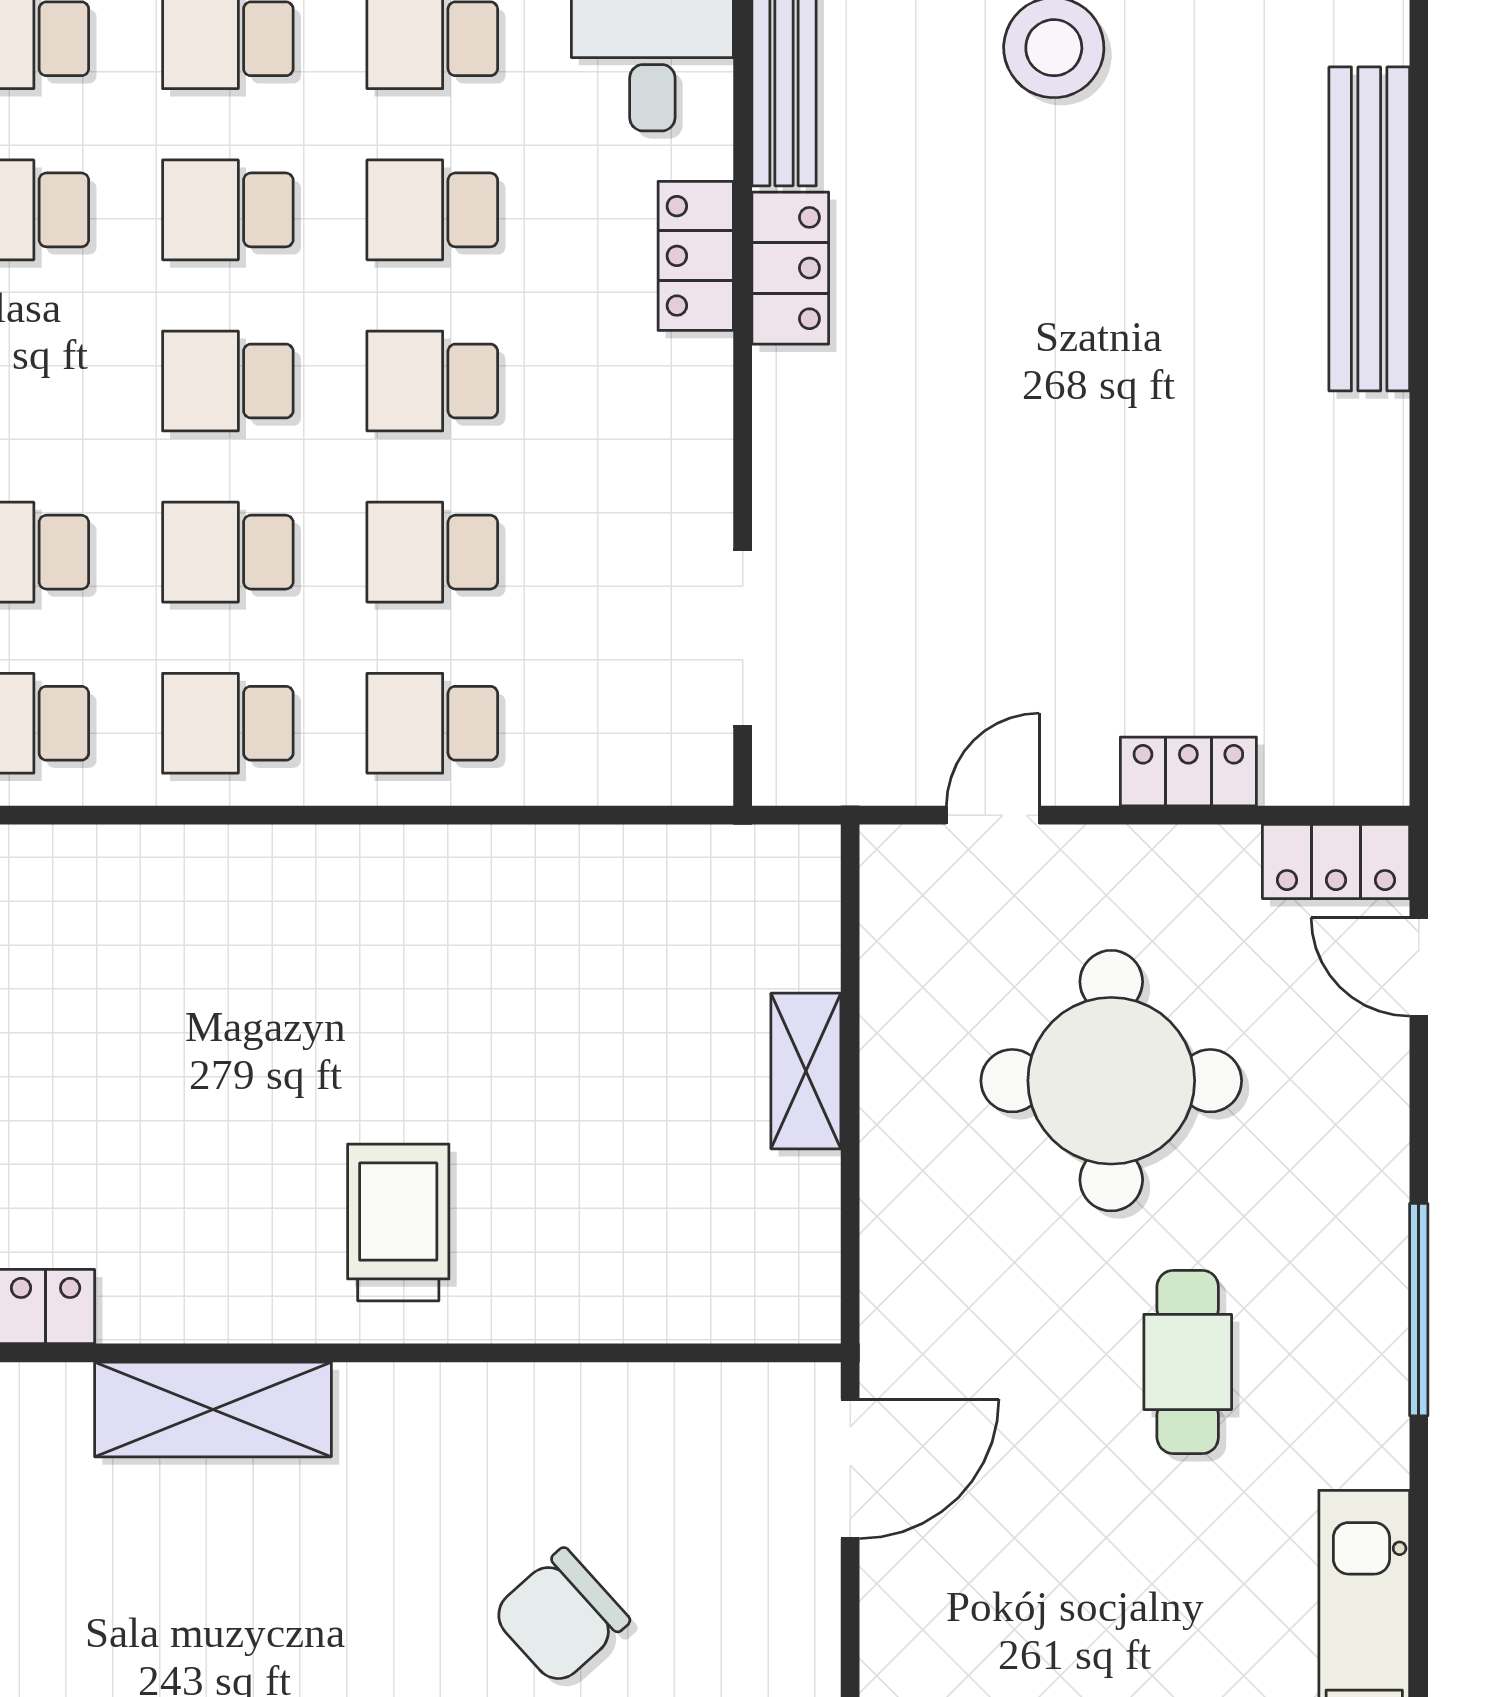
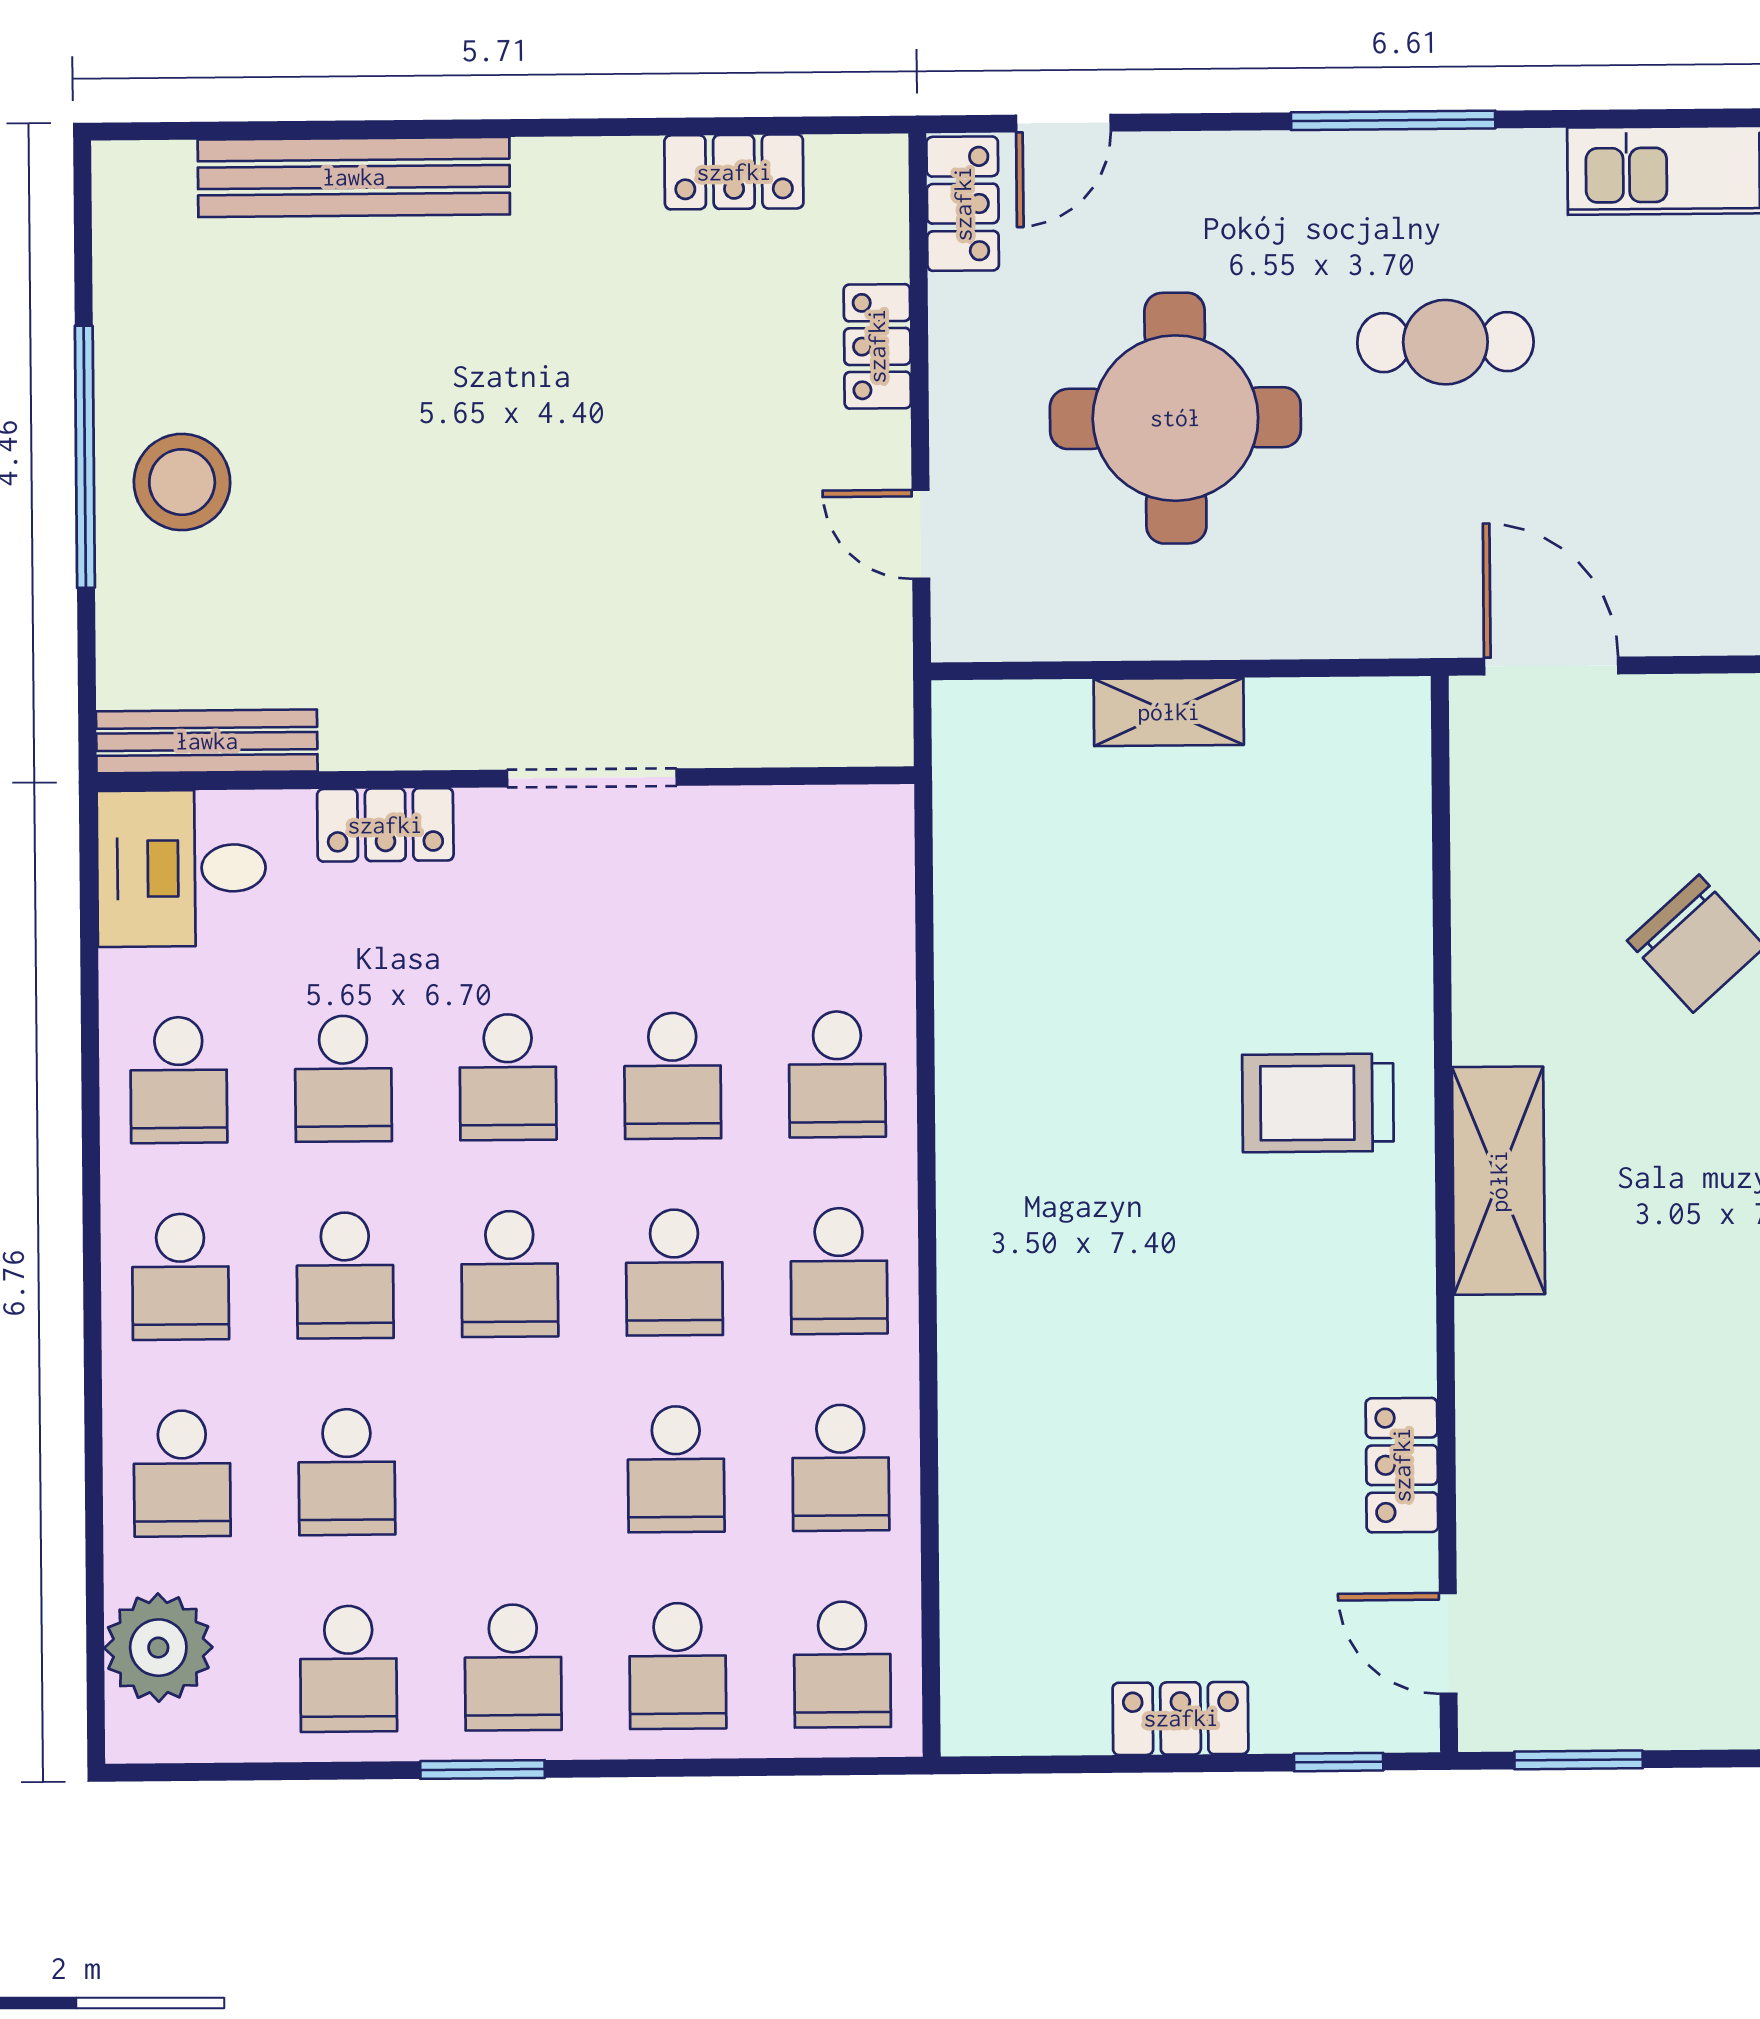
locker: (790, 268) -> (734, 172), moved, turned 180
doorway: (743, 638) -> (592, 778), moved
shelving: (213, 1409) -> (1499, 1181), moved

